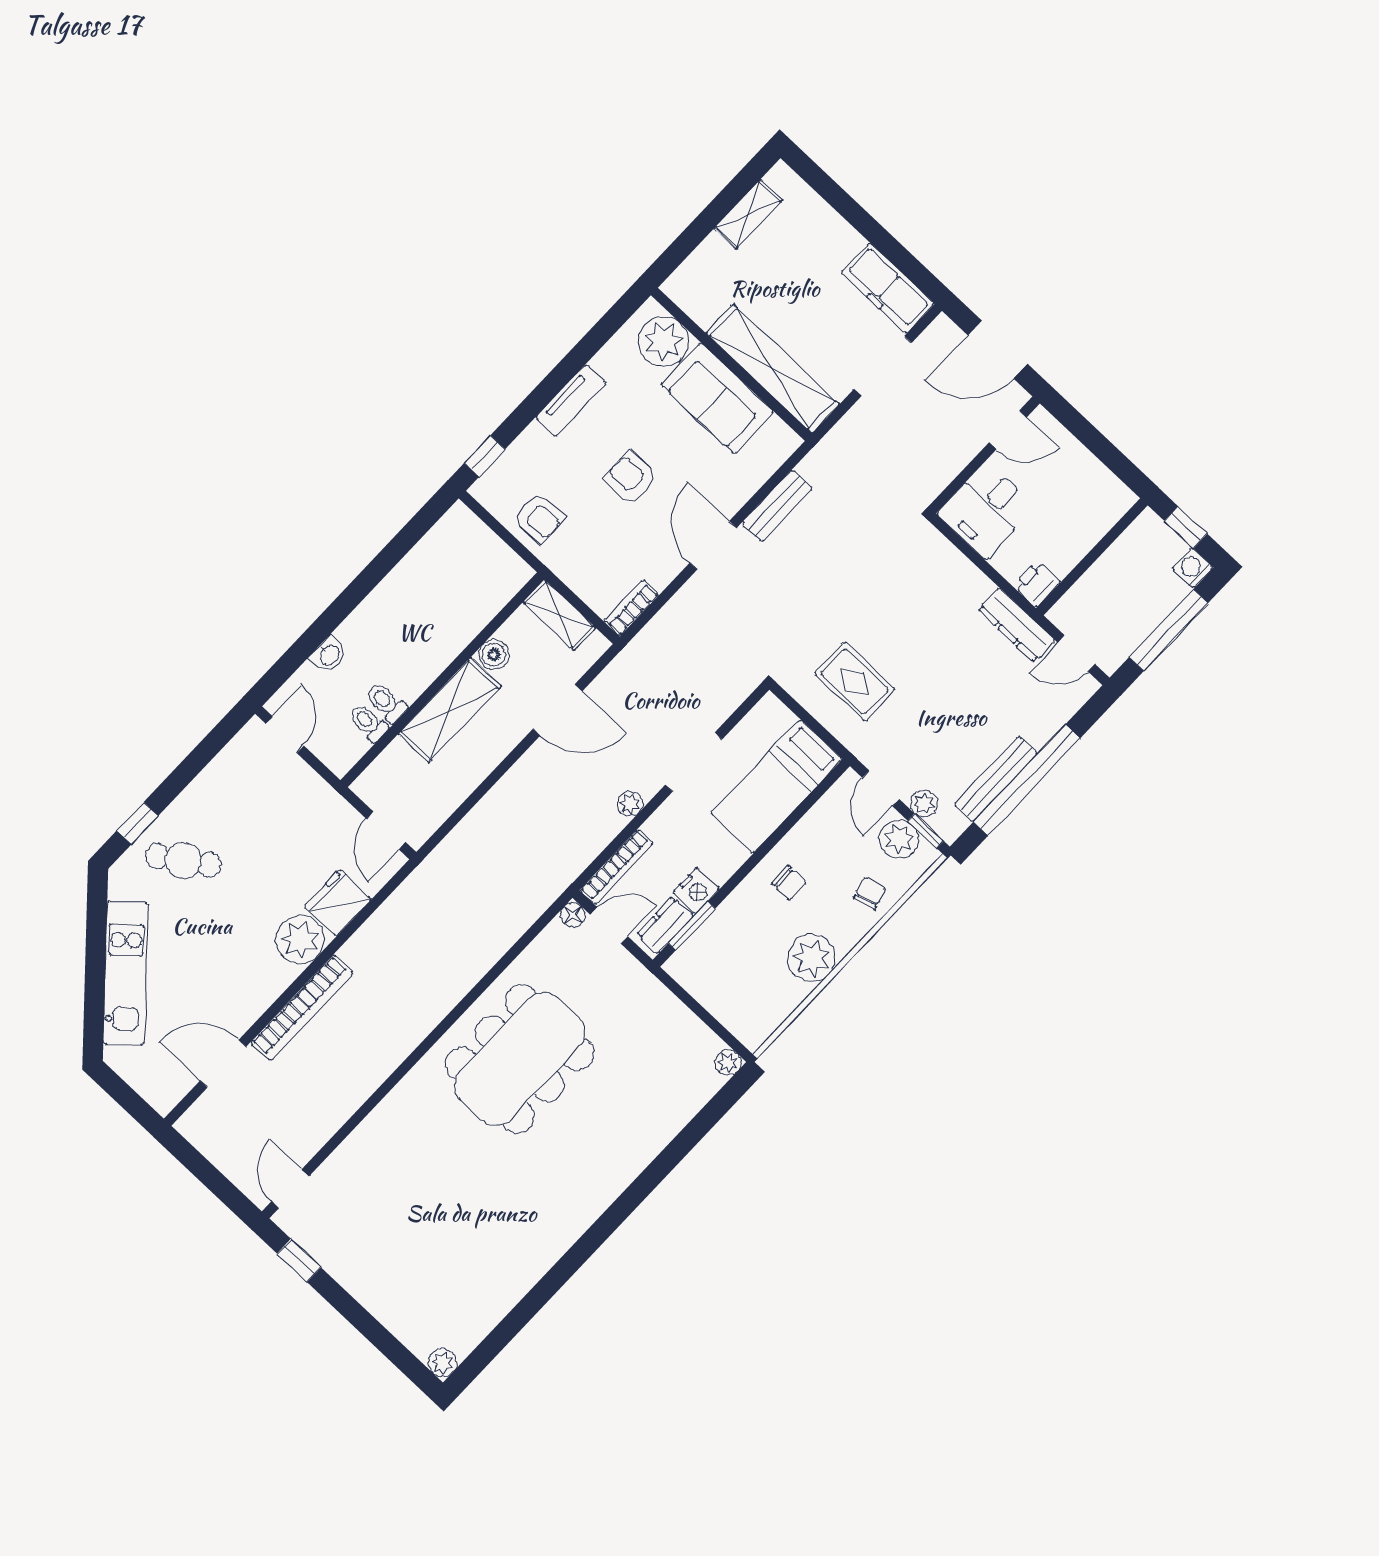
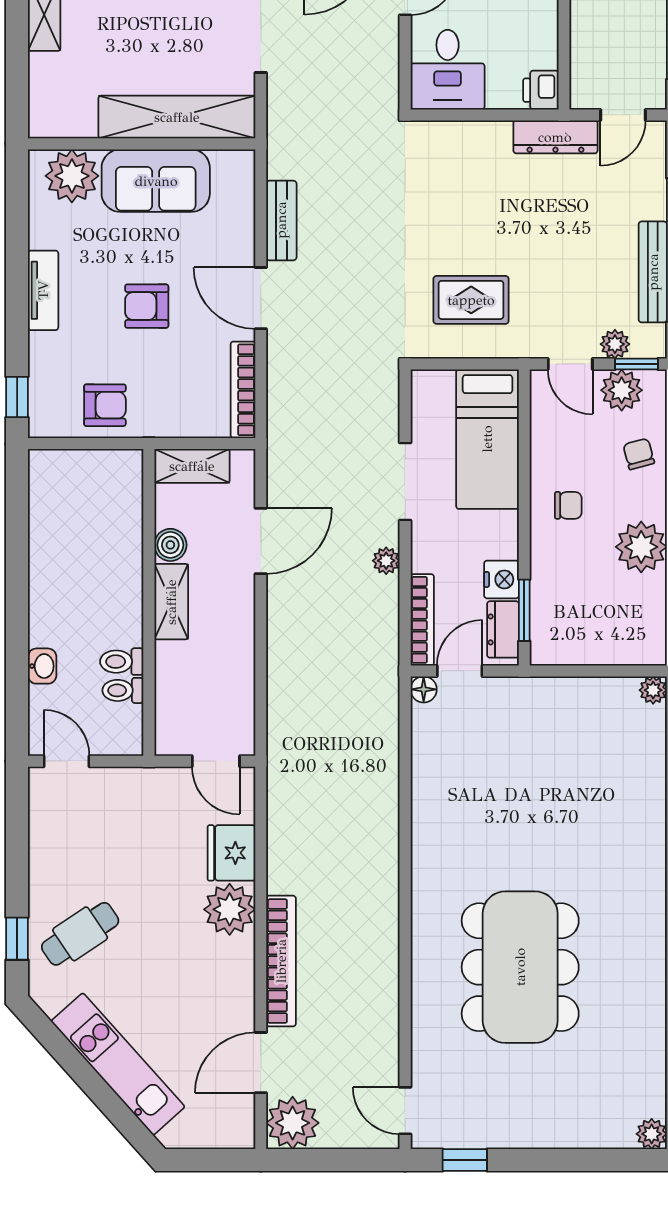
bookcase: (631, 608) -> (243, 390), width x1.56
shelving: (450, 710) -> (171, 602), width x0.67, depth x0.75
dining table: (520, 1059) -> (520, 967), moved
plant: (206, 1125) -> (293, 1123), added

